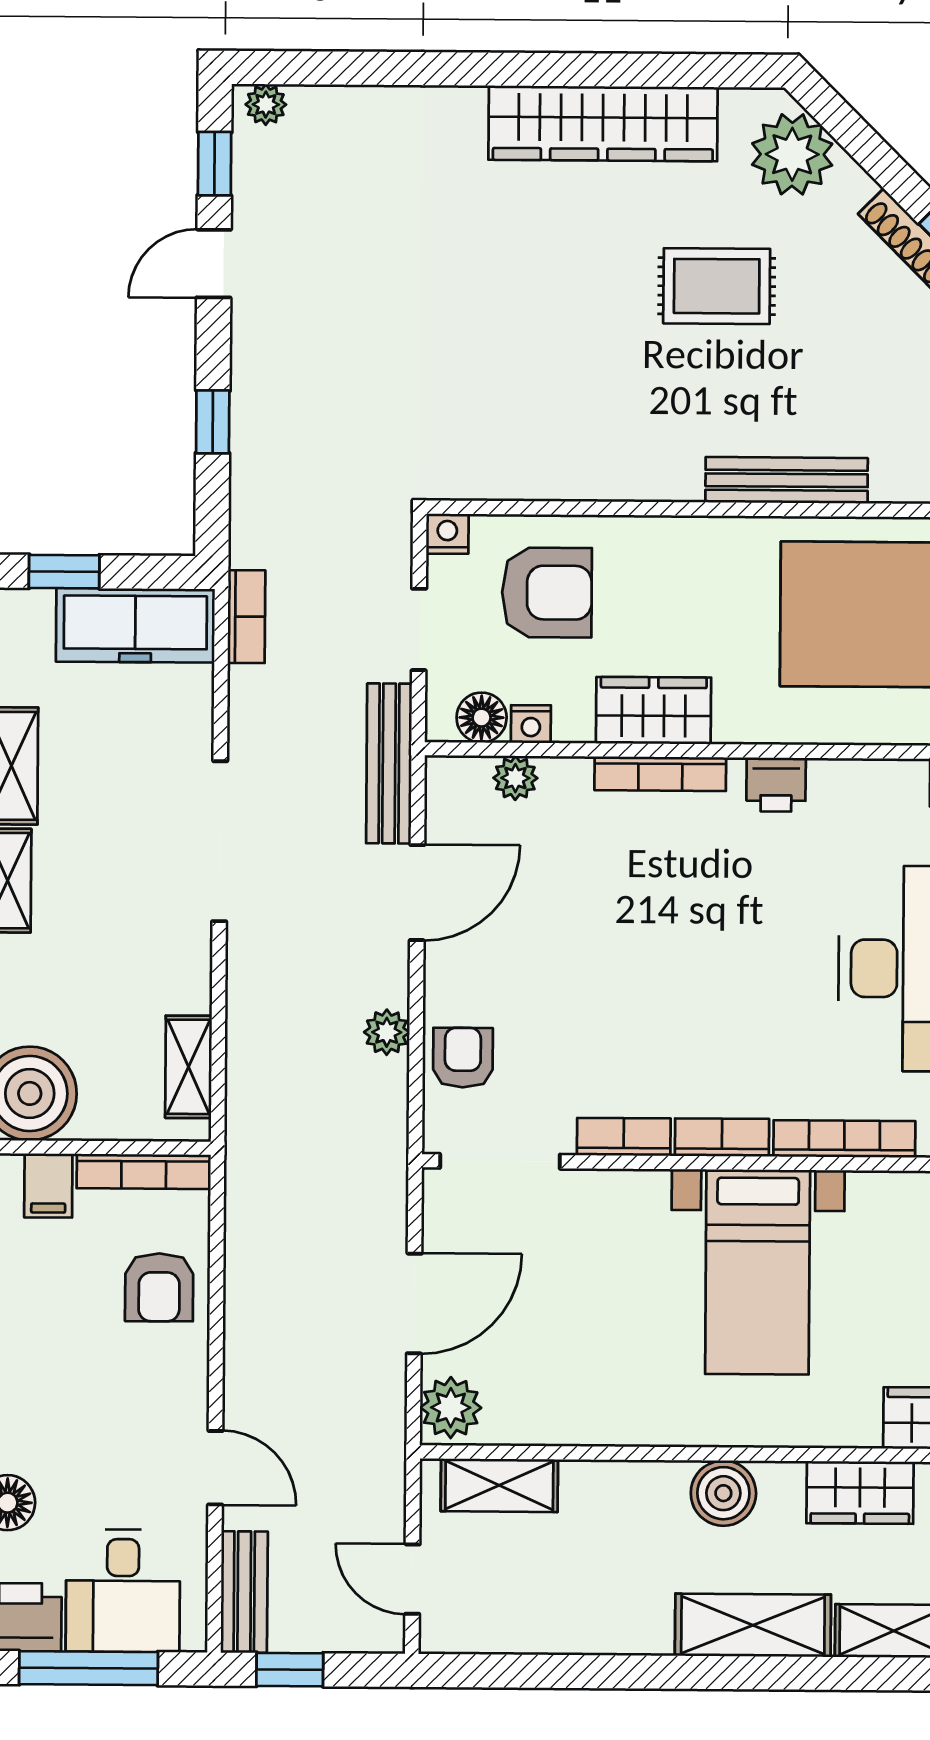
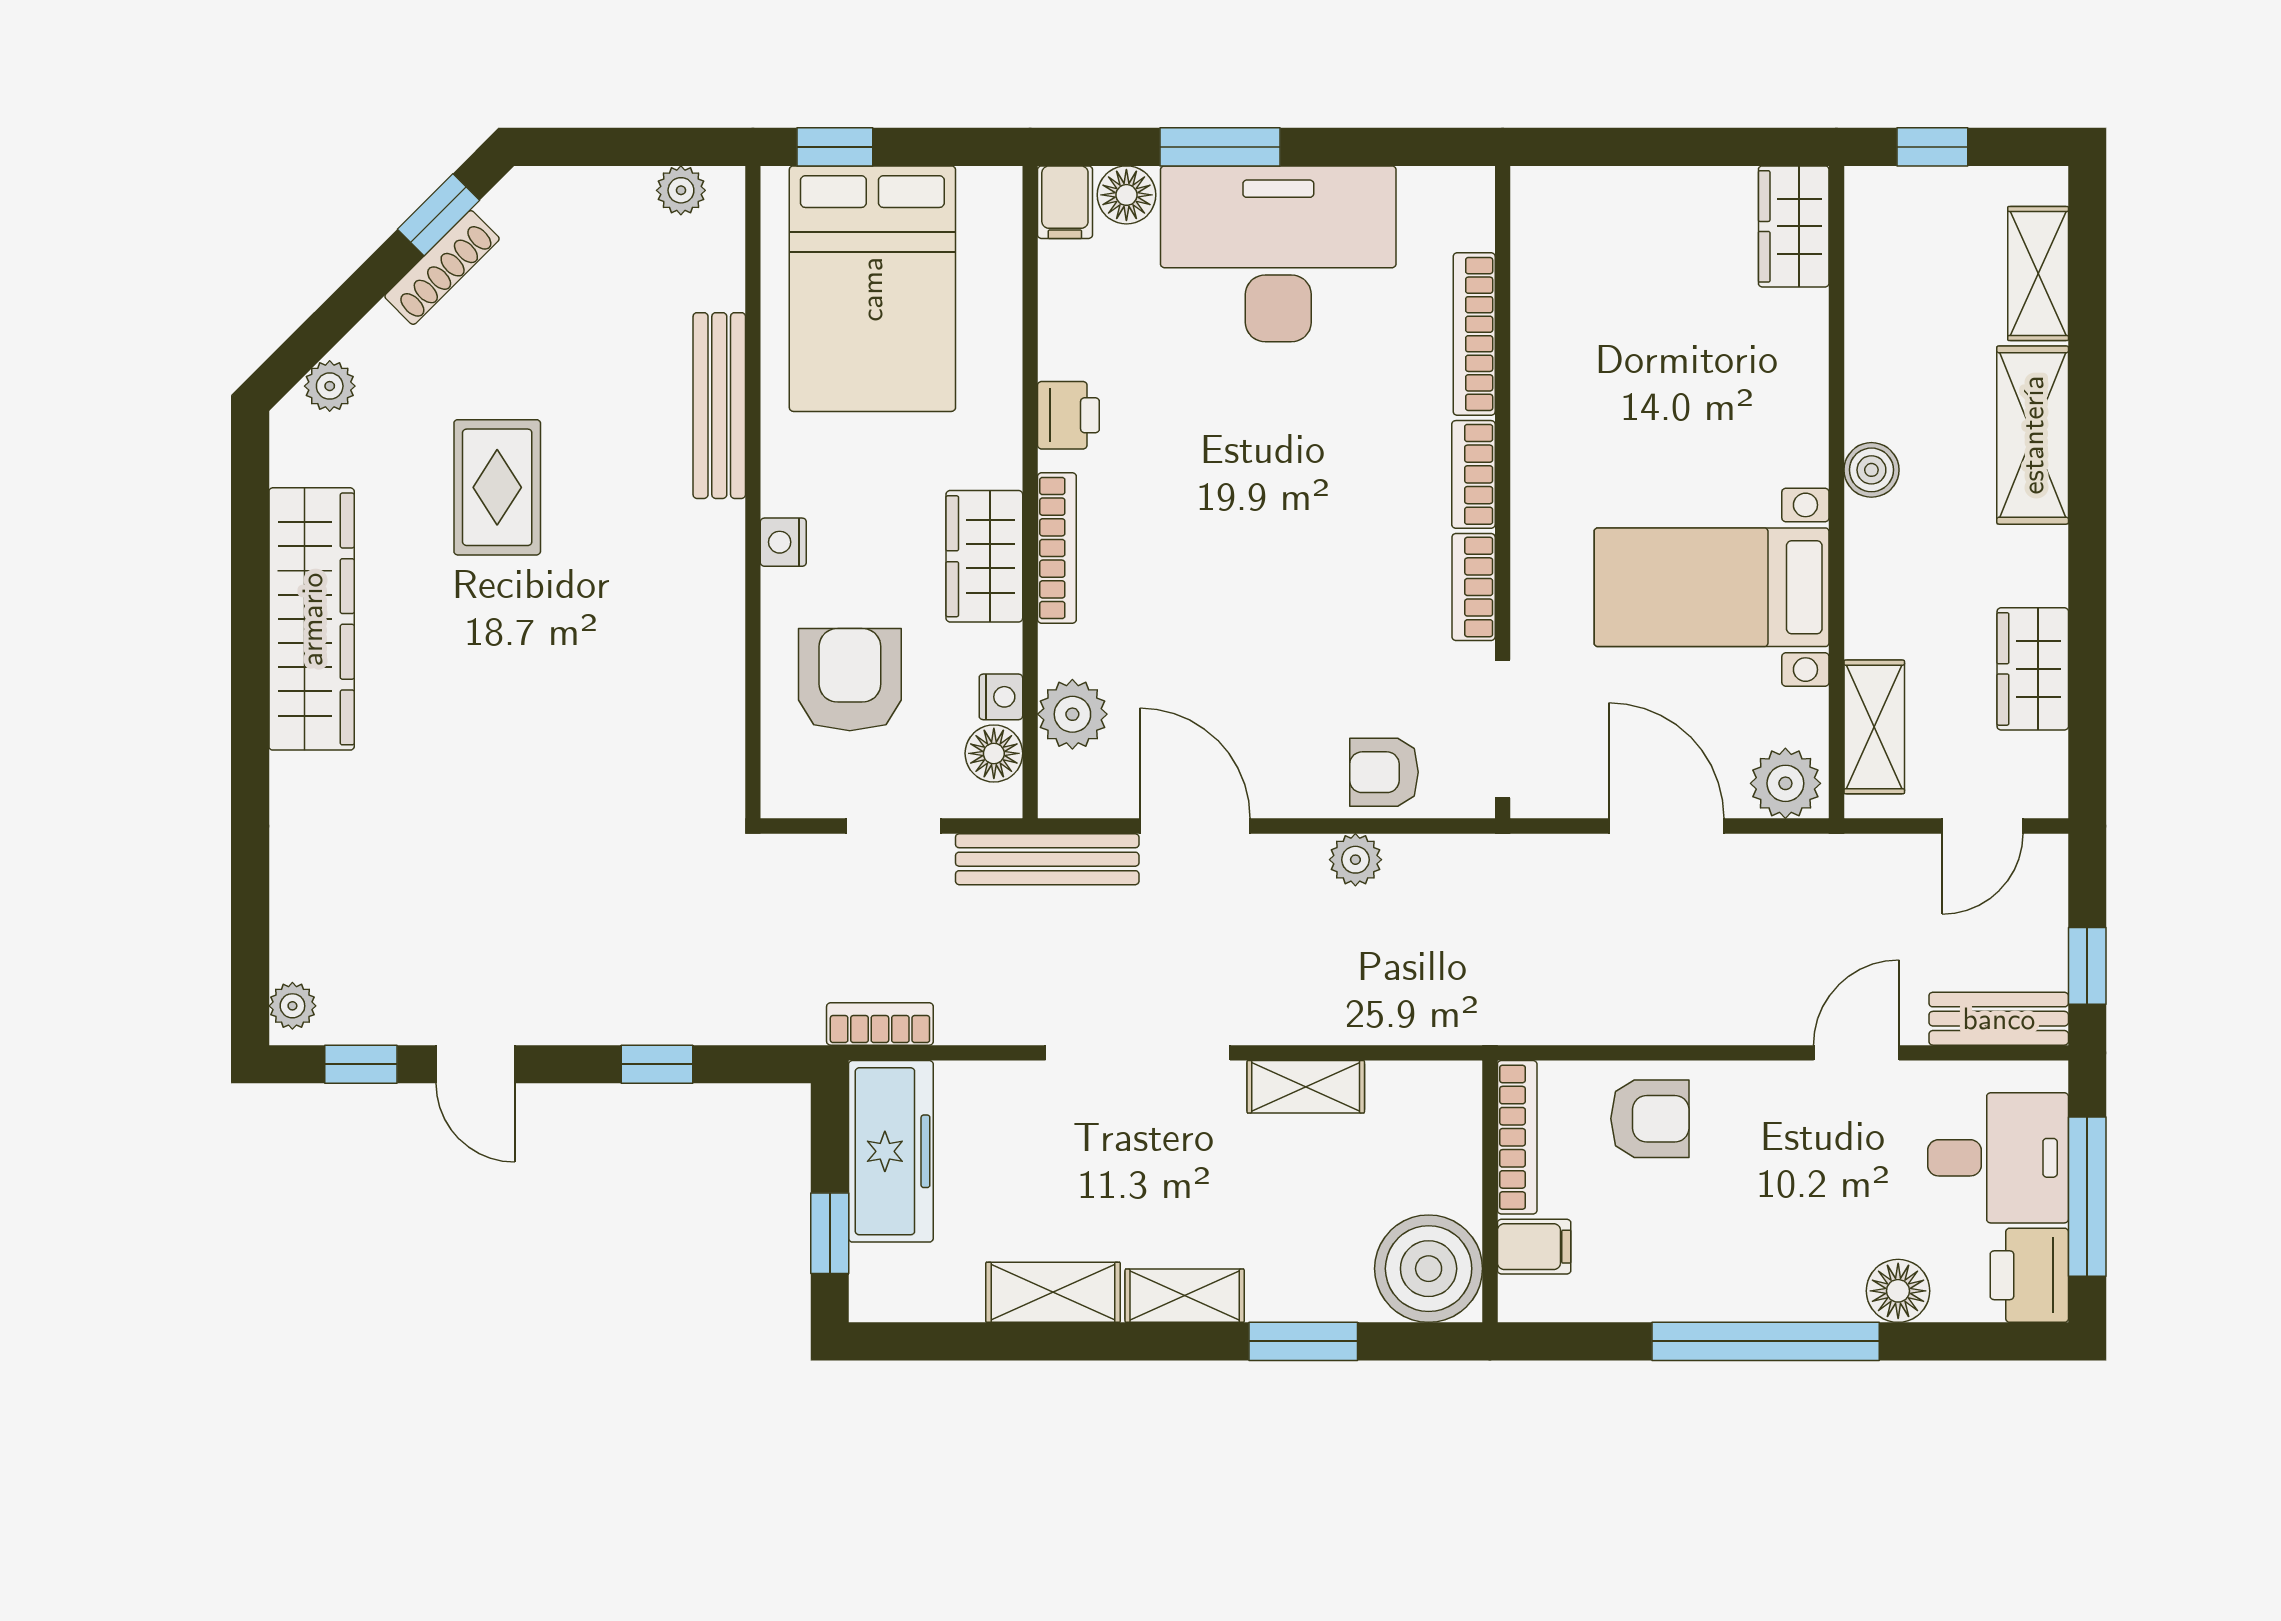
plant: (792, 154) -> (330, 386), width x0.53, depth x0.53
nightstand: (447, 534) -> (783, 542), moved
plant: (515, 778) -> (1072, 714), width x1.38, depth x1.38
shelving: (189, 1067) -> (1306, 1087), moved
bed with nightstands: (758, 1272) -> (1712, 587), moved, turned 180
boiler: (723, 1493) -> (1871, 470), width x0.73, depth x0.73
wardrobe: (860, 1493) -> (2033, 669), moved, turned 180

